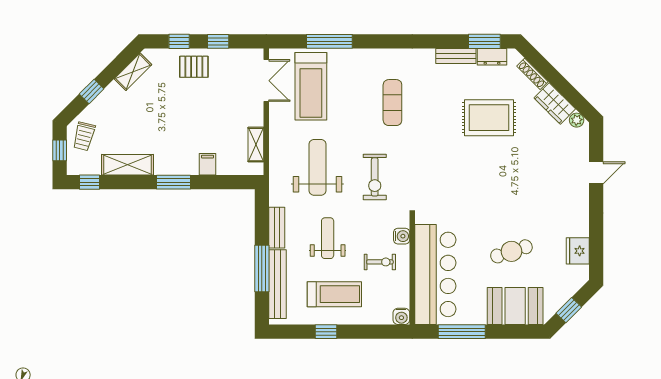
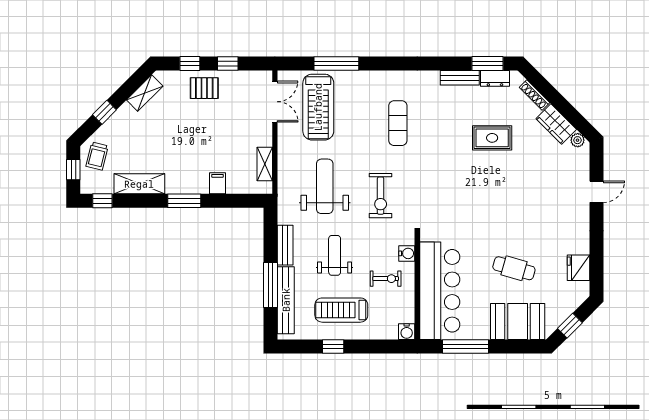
rug: (489, 118) -> (492, 138), width x0.73, depth x0.70
cafe table: (511, 251) -> (514, 268), turned 34
treadmill: (334, 294) -> (341, 310), turned 180

